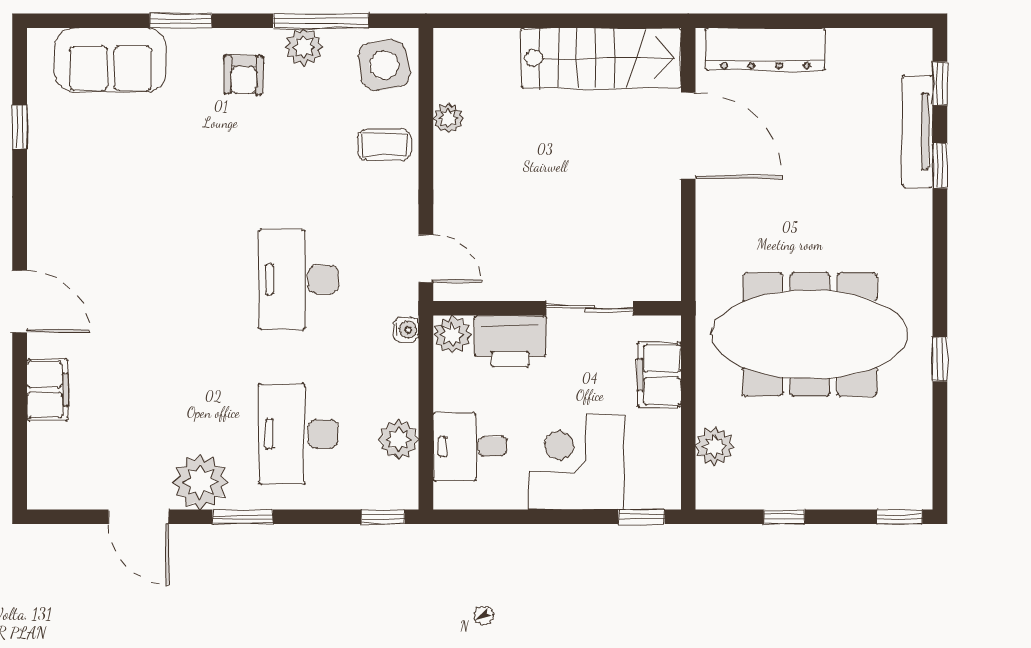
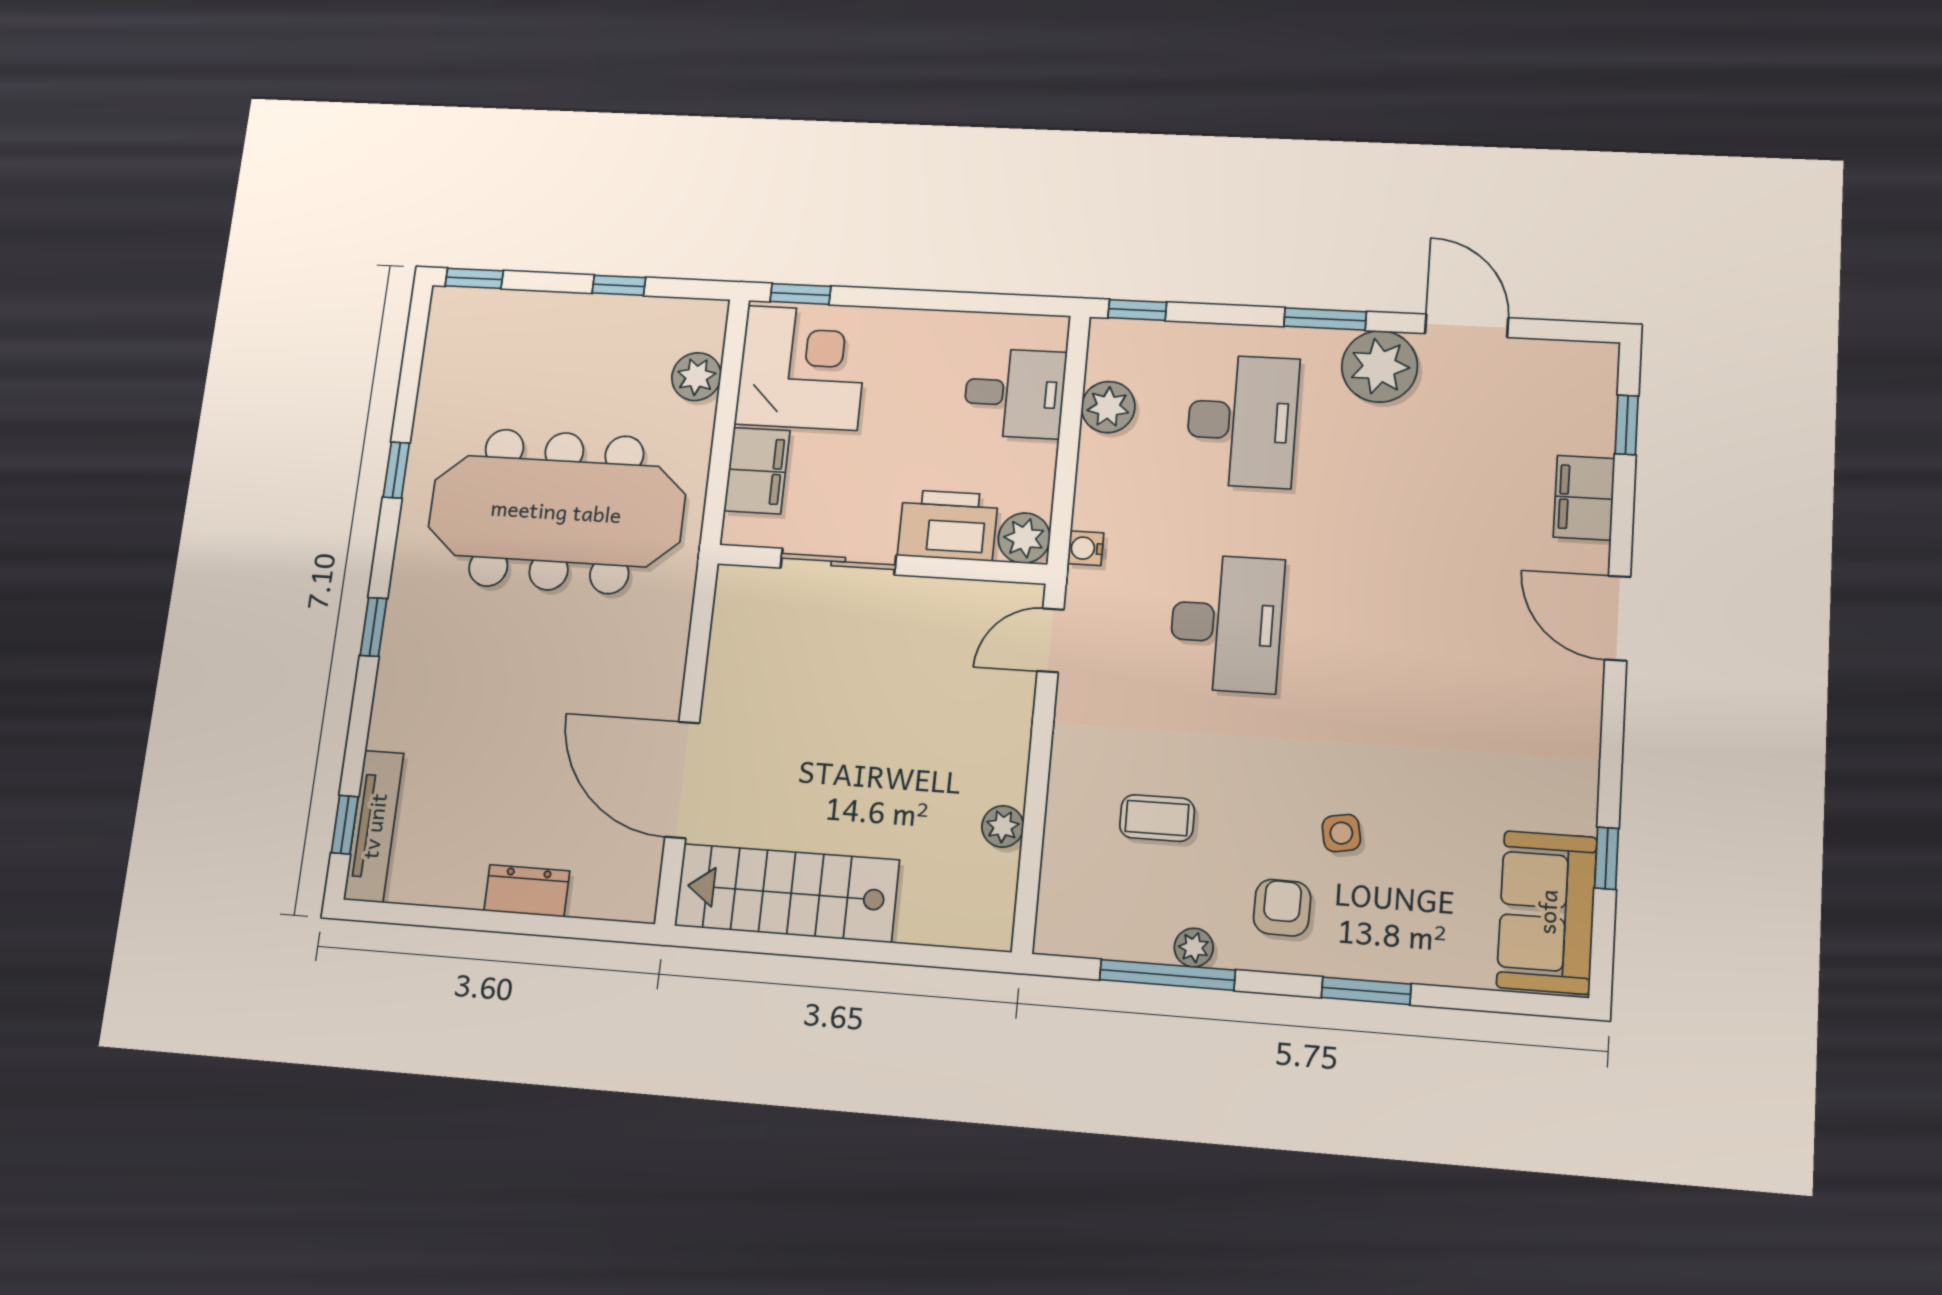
plant: (304, 47) -> (1194, 947), width x0.73, depth x0.73
dresser: (765, 49) -> (527, 891), width x0.51, depth x0.80
sofa: (111, 60) -> (1547, 912), moved, turned -90
side table: (384, 65) -> (1341, 833), moved, width x0.54, depth x0.54
tv unit: (917, 131) -> (374, 826), moved
coffee table: (384, 145) -> (1157, 818), moved
window: (940, 166) -> (373, 627), moved
door: (426, 259) -> (1050, 640), hinge flipped
window: (20, 447) -> (1627, 425), added
corner desk: (576, 462) -> (802, 368), moved, turned -90

